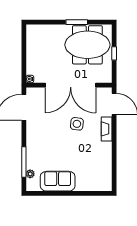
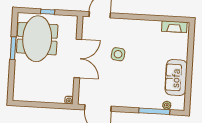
double door: (71, 85) -> (78, 58), width x0.73
fireplace: (107, 129) -> (174, 27), moved

